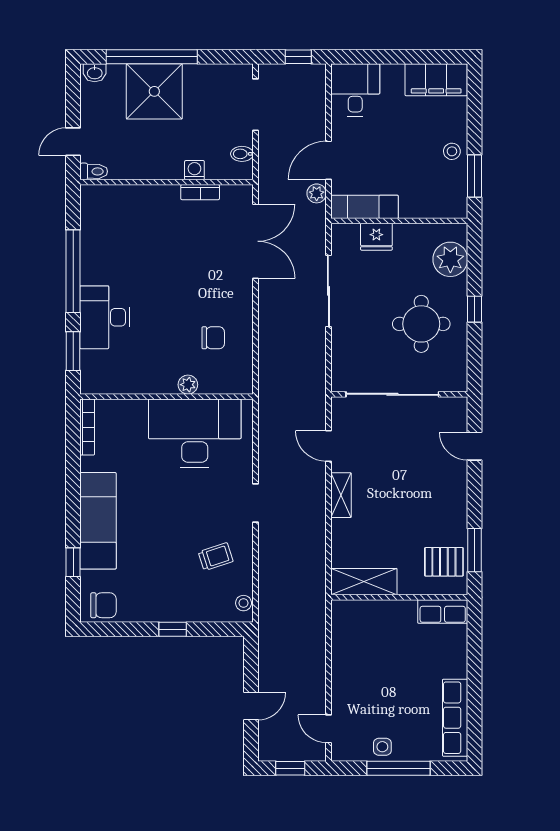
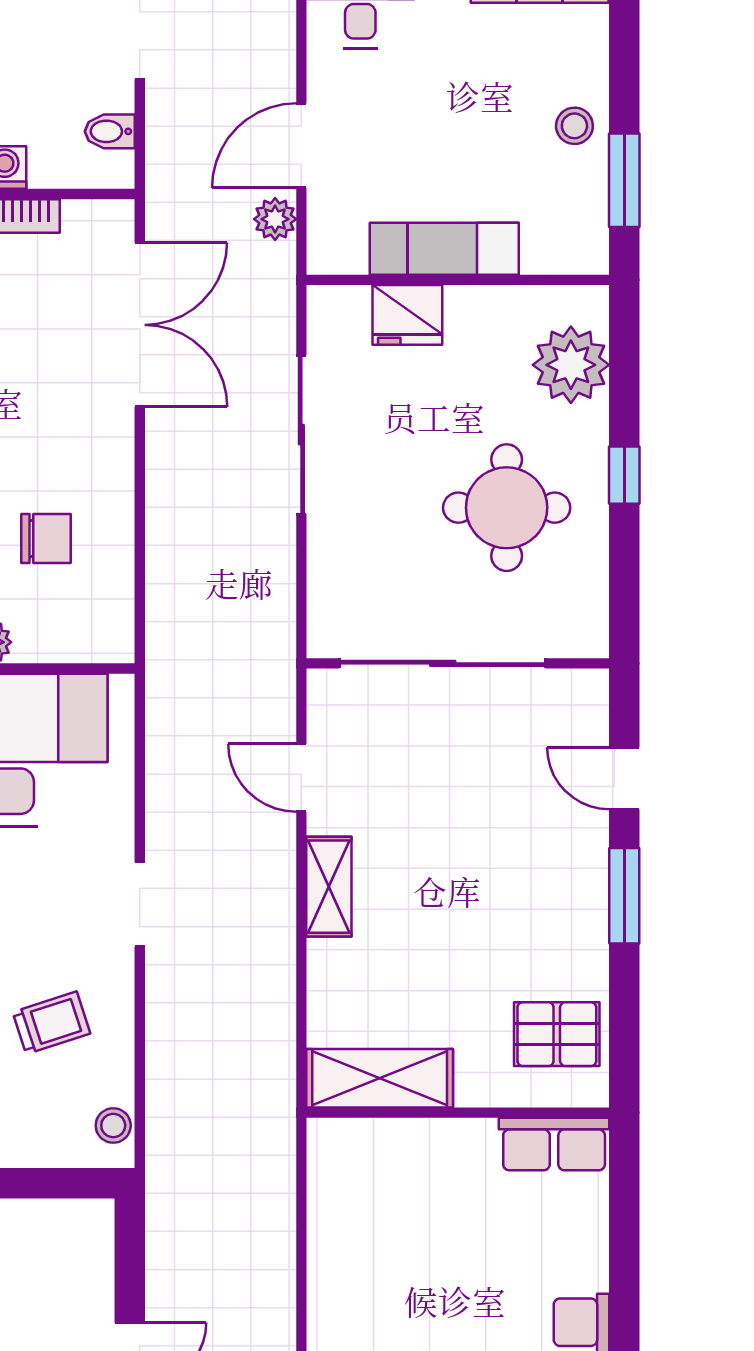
exam couch: (364, 207) -> (444, 249), moved
window: (474, 550) -> (624, 896), moved

